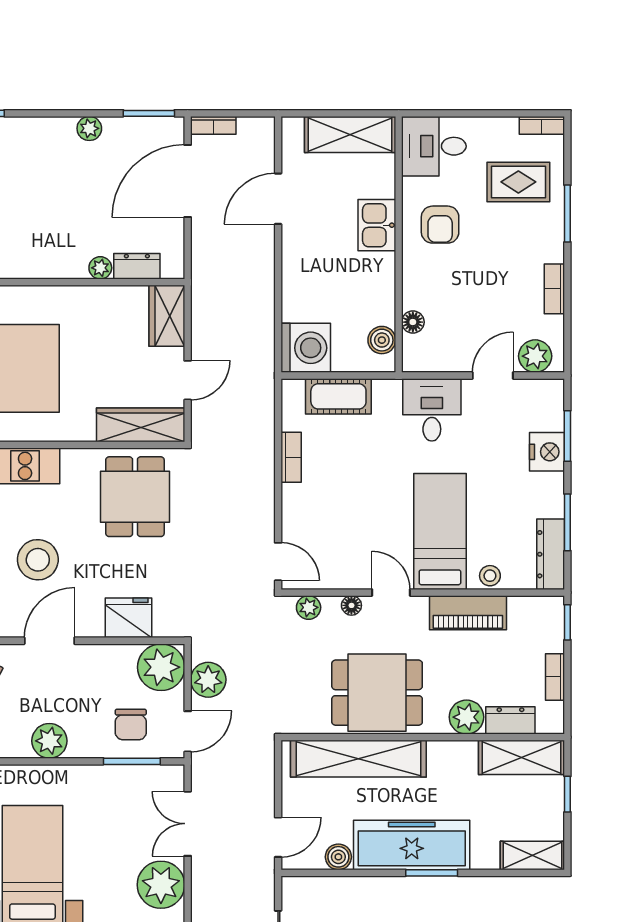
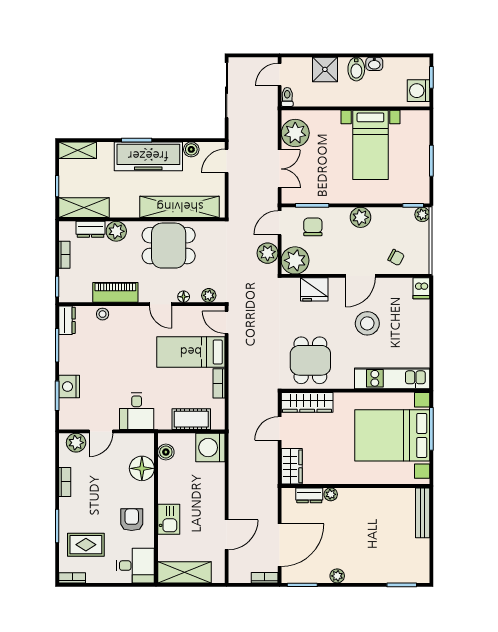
floor lamp: (413, 322) -> (142, 468), width x1.89, depth x1.89
bed: (440, 531) -> (191, 352), moved, turned 90
dresser: (551, 554) -> (67, 320), width x0.70

